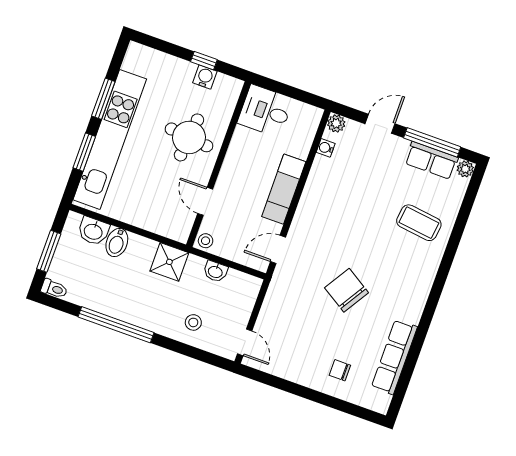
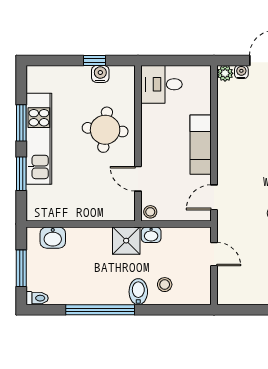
kitchen unit: (110, 139) -> (39, 139), width x0.73
water cooler: (326, 148) -> (241, 72), moved, turned 90
bidet: (117, 243) -> (138, 292), moved, turned 180
washbasin: (215, 272) -> (151, 235), moved
door: (245, 342) -> (214, 254), moved

